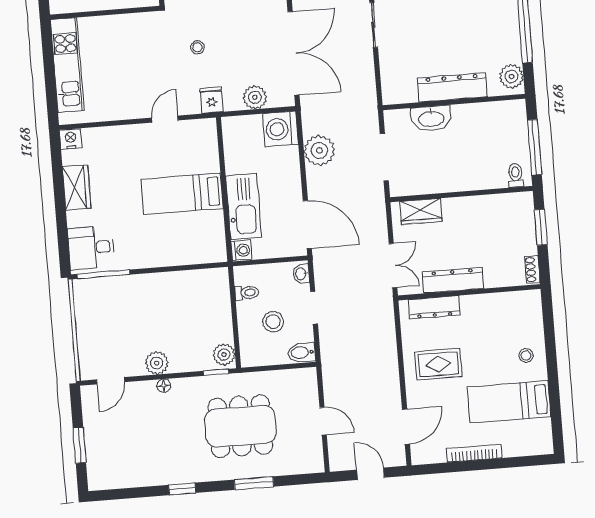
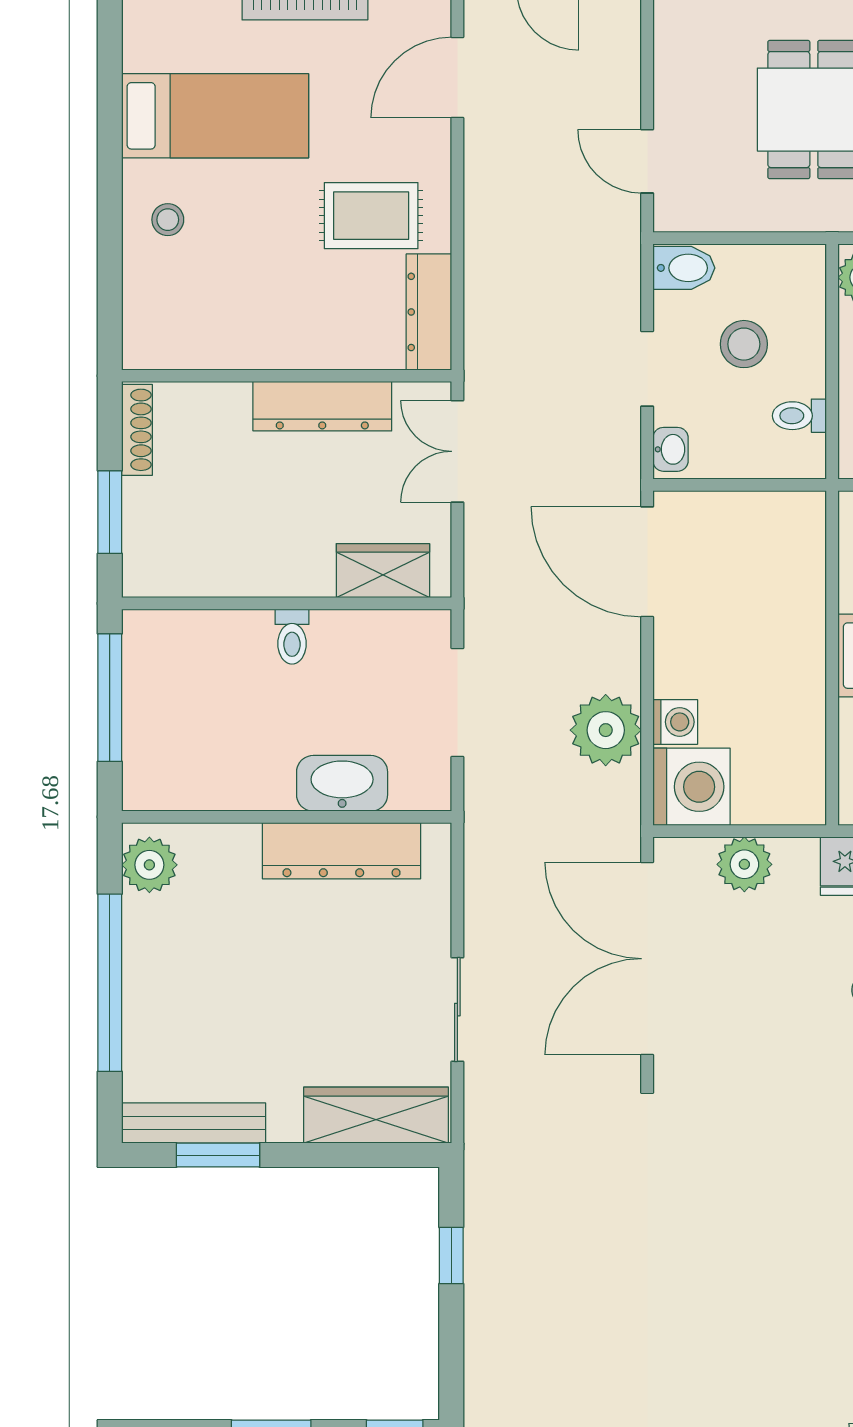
dresser: (452, 87) -> (341, 851), moved
toilet: (516, 175) -> (292, 637), moved
kitchen sink: (244, 206) -> (791, 615), removed
washing machine: (241, 250) -> (675, 722), moved, turned 180
shoe rack: (532, 270) -> (137, 430), width x1.43
dresser: (434, 307) -> (429, 312), moved, turned -90
door: (323, 421) -> (647, 161), moved

